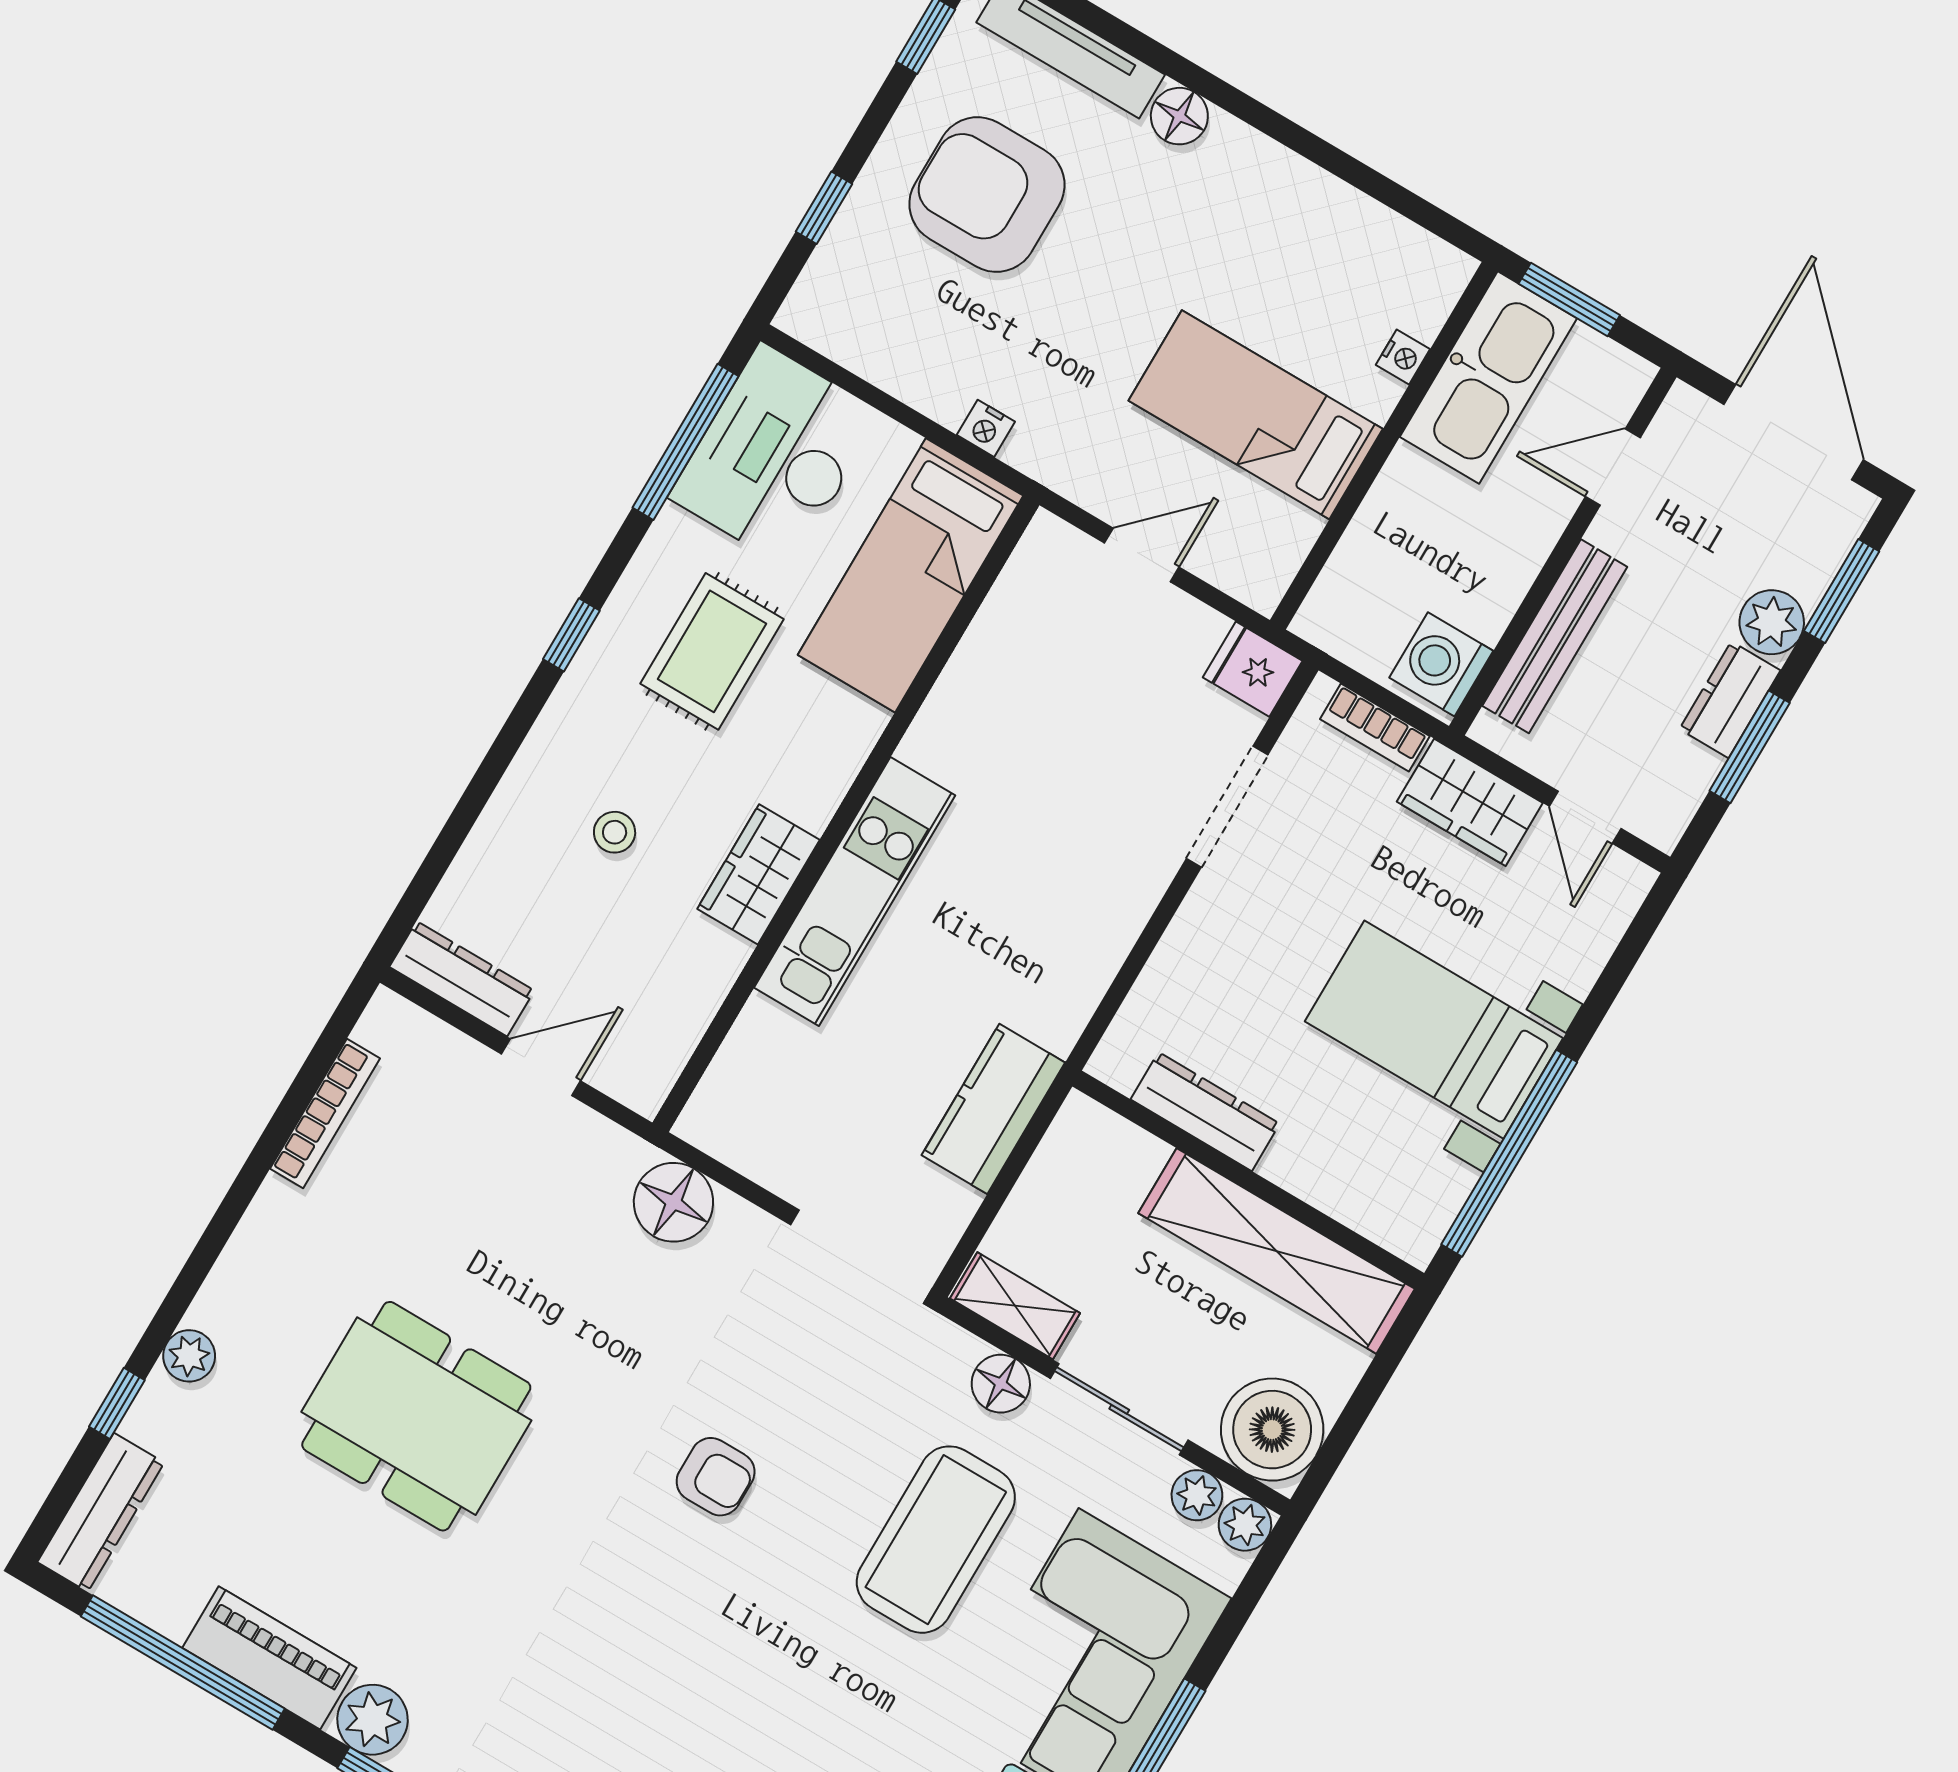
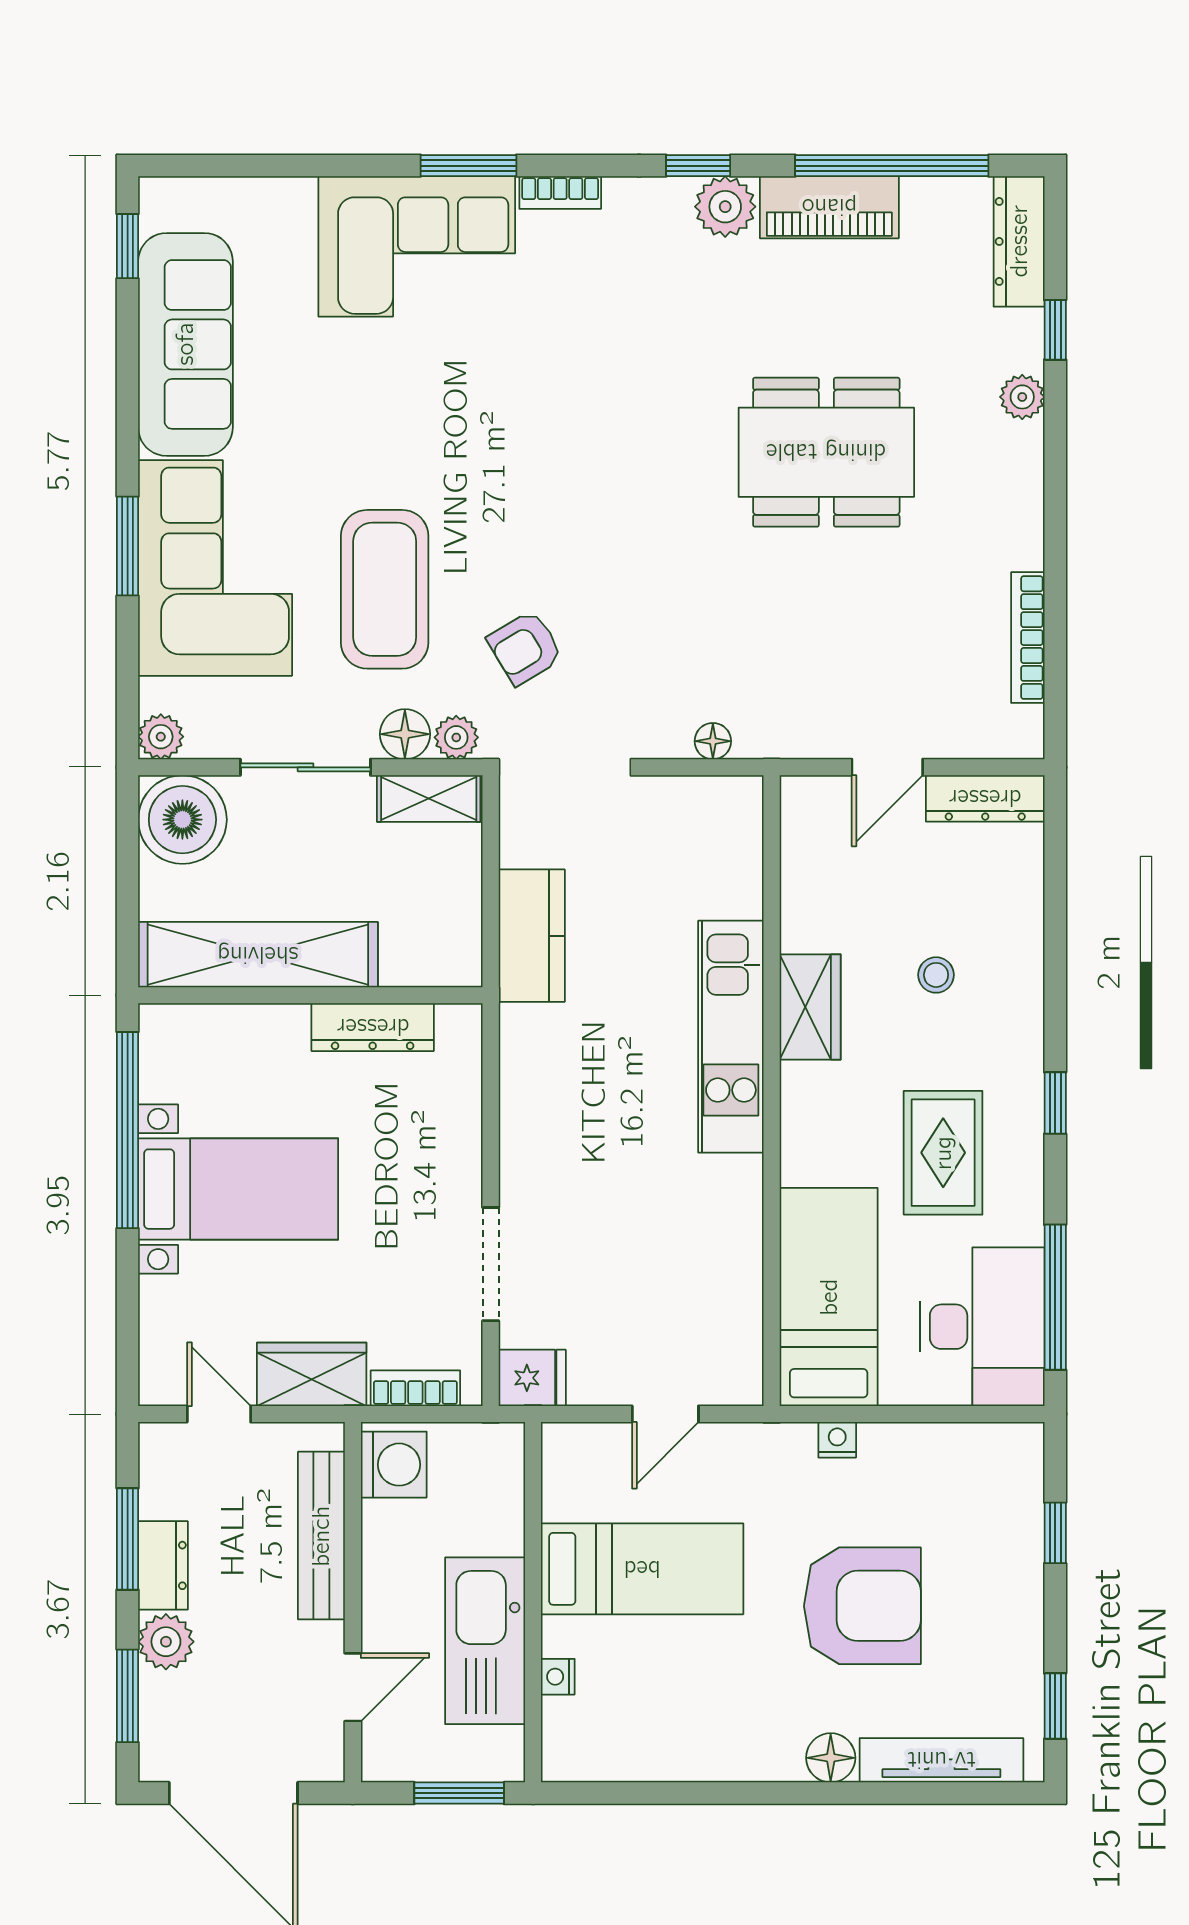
armchair: (987, 195) -> (862, 1606), moved
kitchen sink: (1488, 378) -> (485, 1641), moved
floor lamp: (673, 1202) -> (713, 741), width x0.53, depth x0.53
armchair: (716, 1477) -> (525, 648), moved, turned -31
plant: (1197, 1495) -> (456, 737), moved

